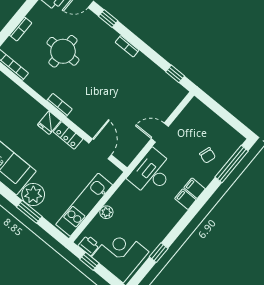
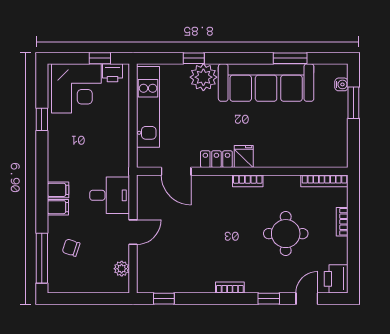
desk: (152, 173) -> (110, 195), width x0.73
window: (29, 212) -> (194, 58), width x0.67
plant: (106, 212) -> (122, 269), moved

